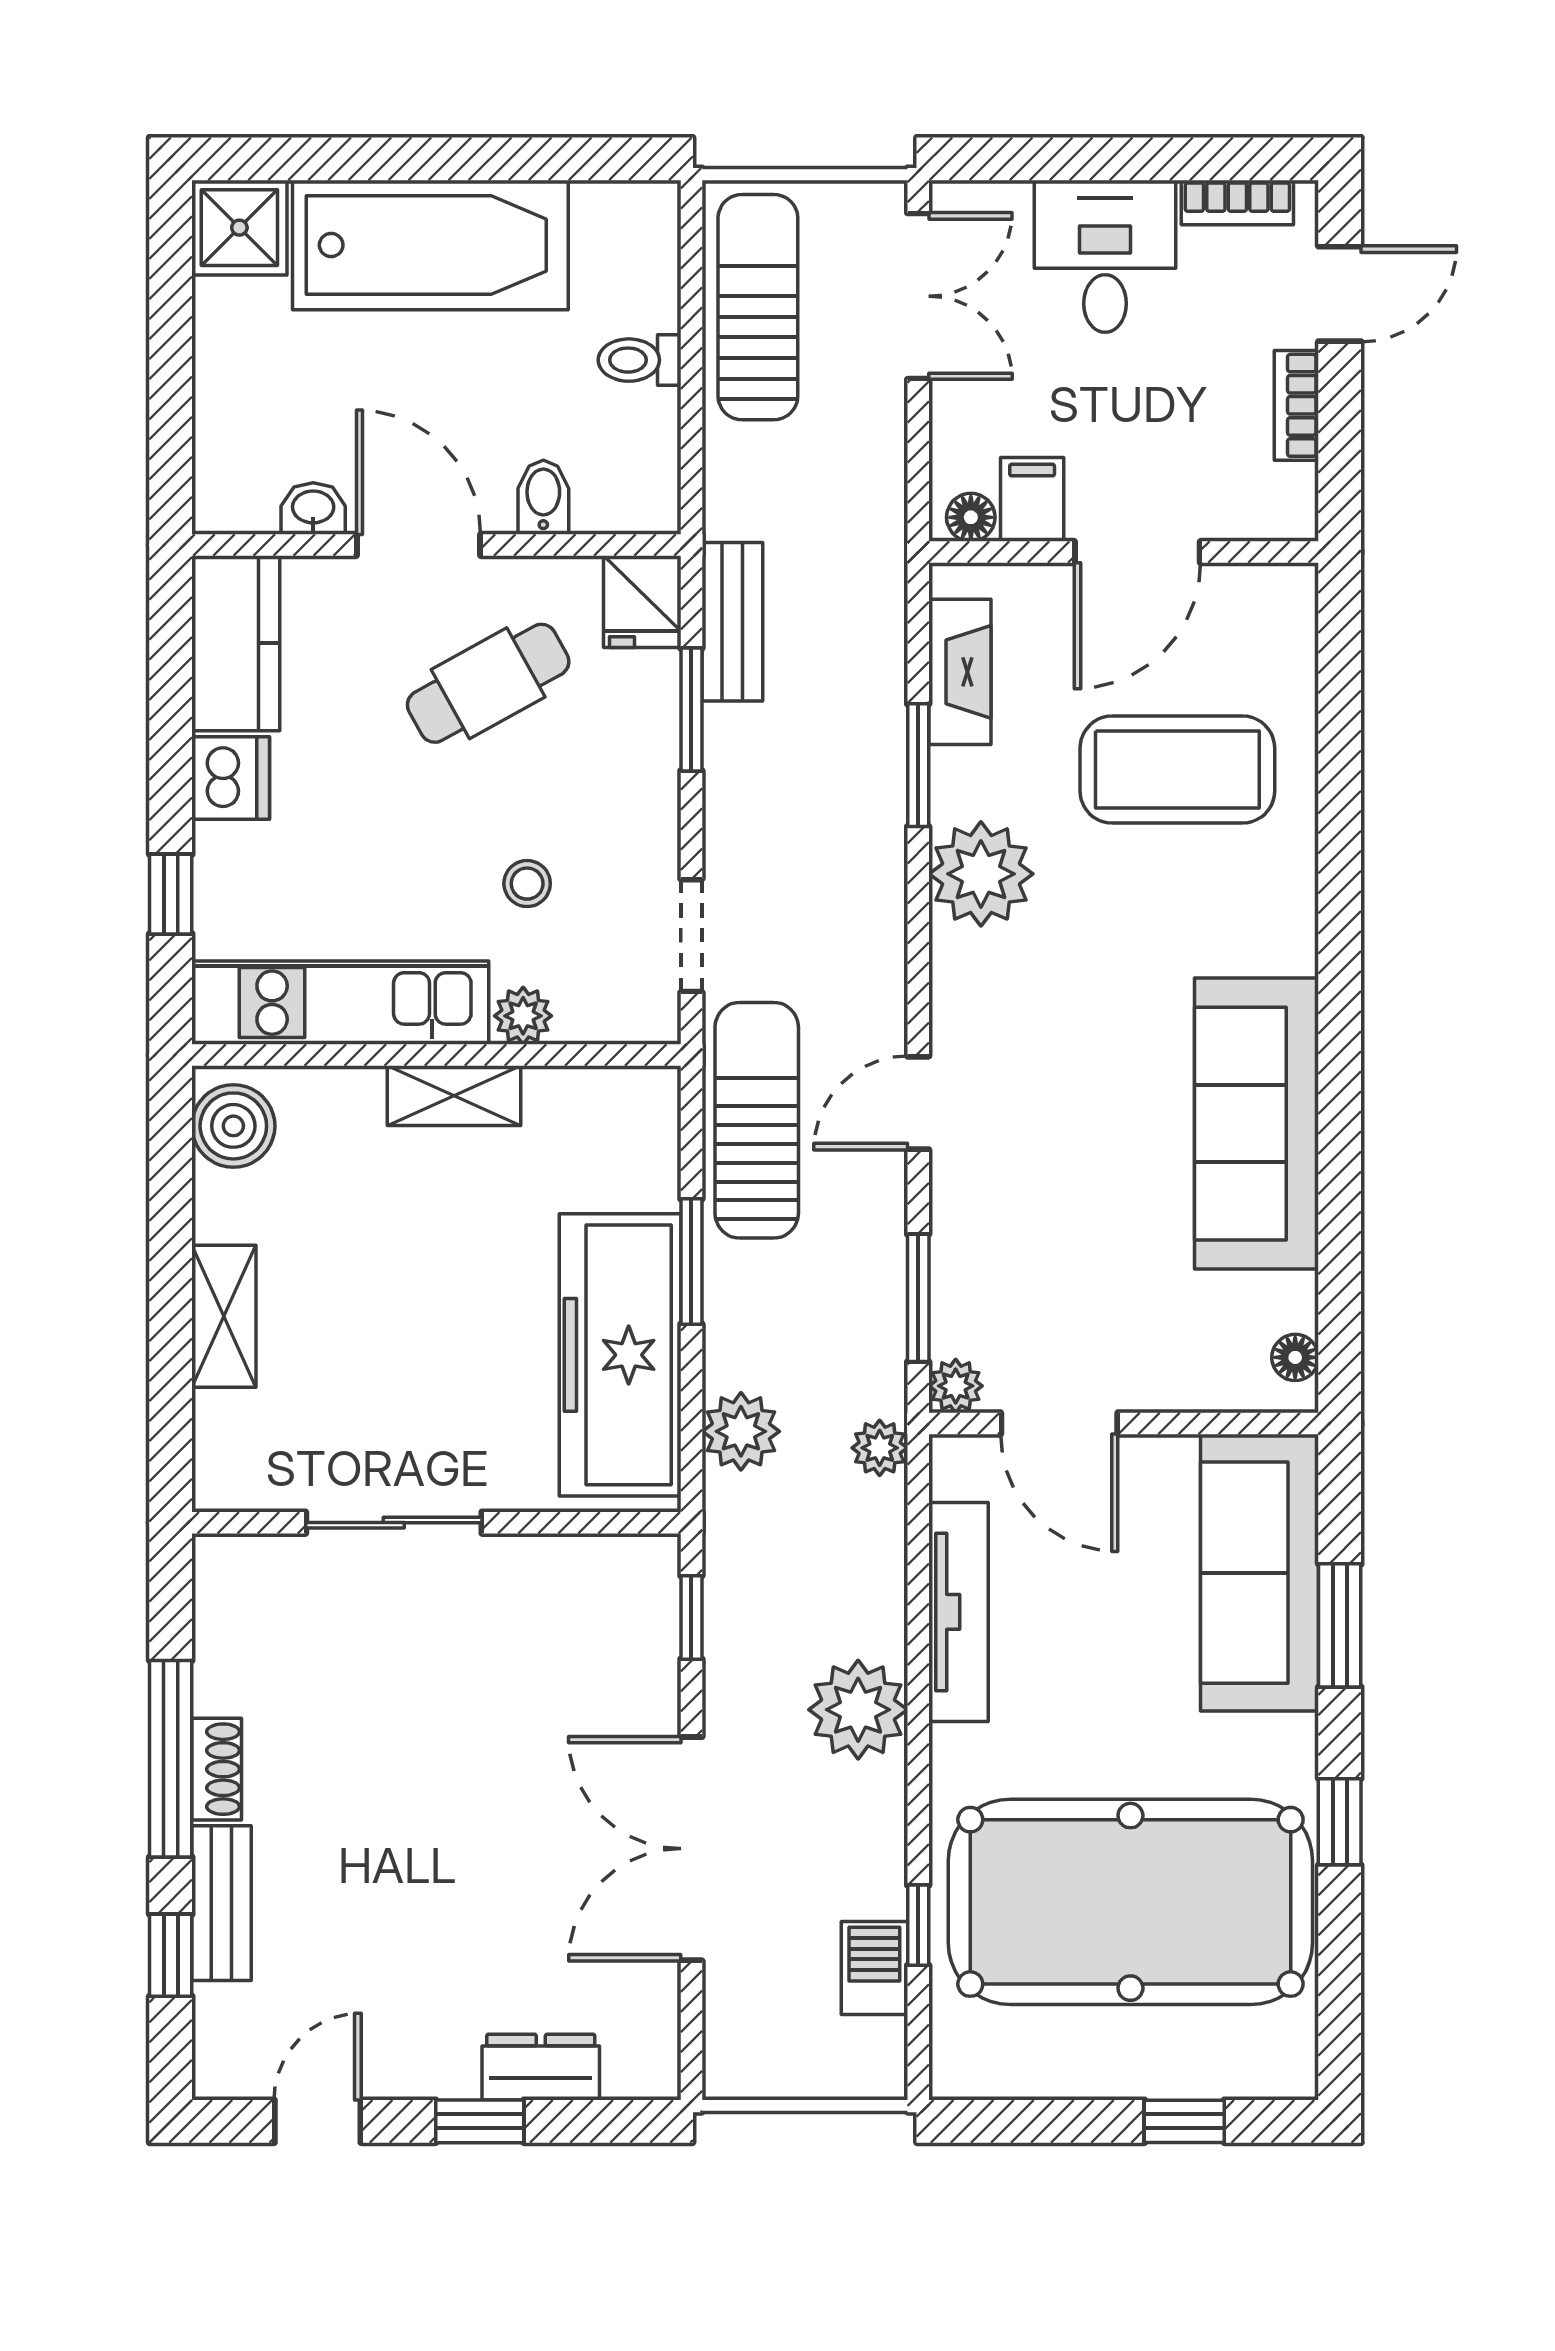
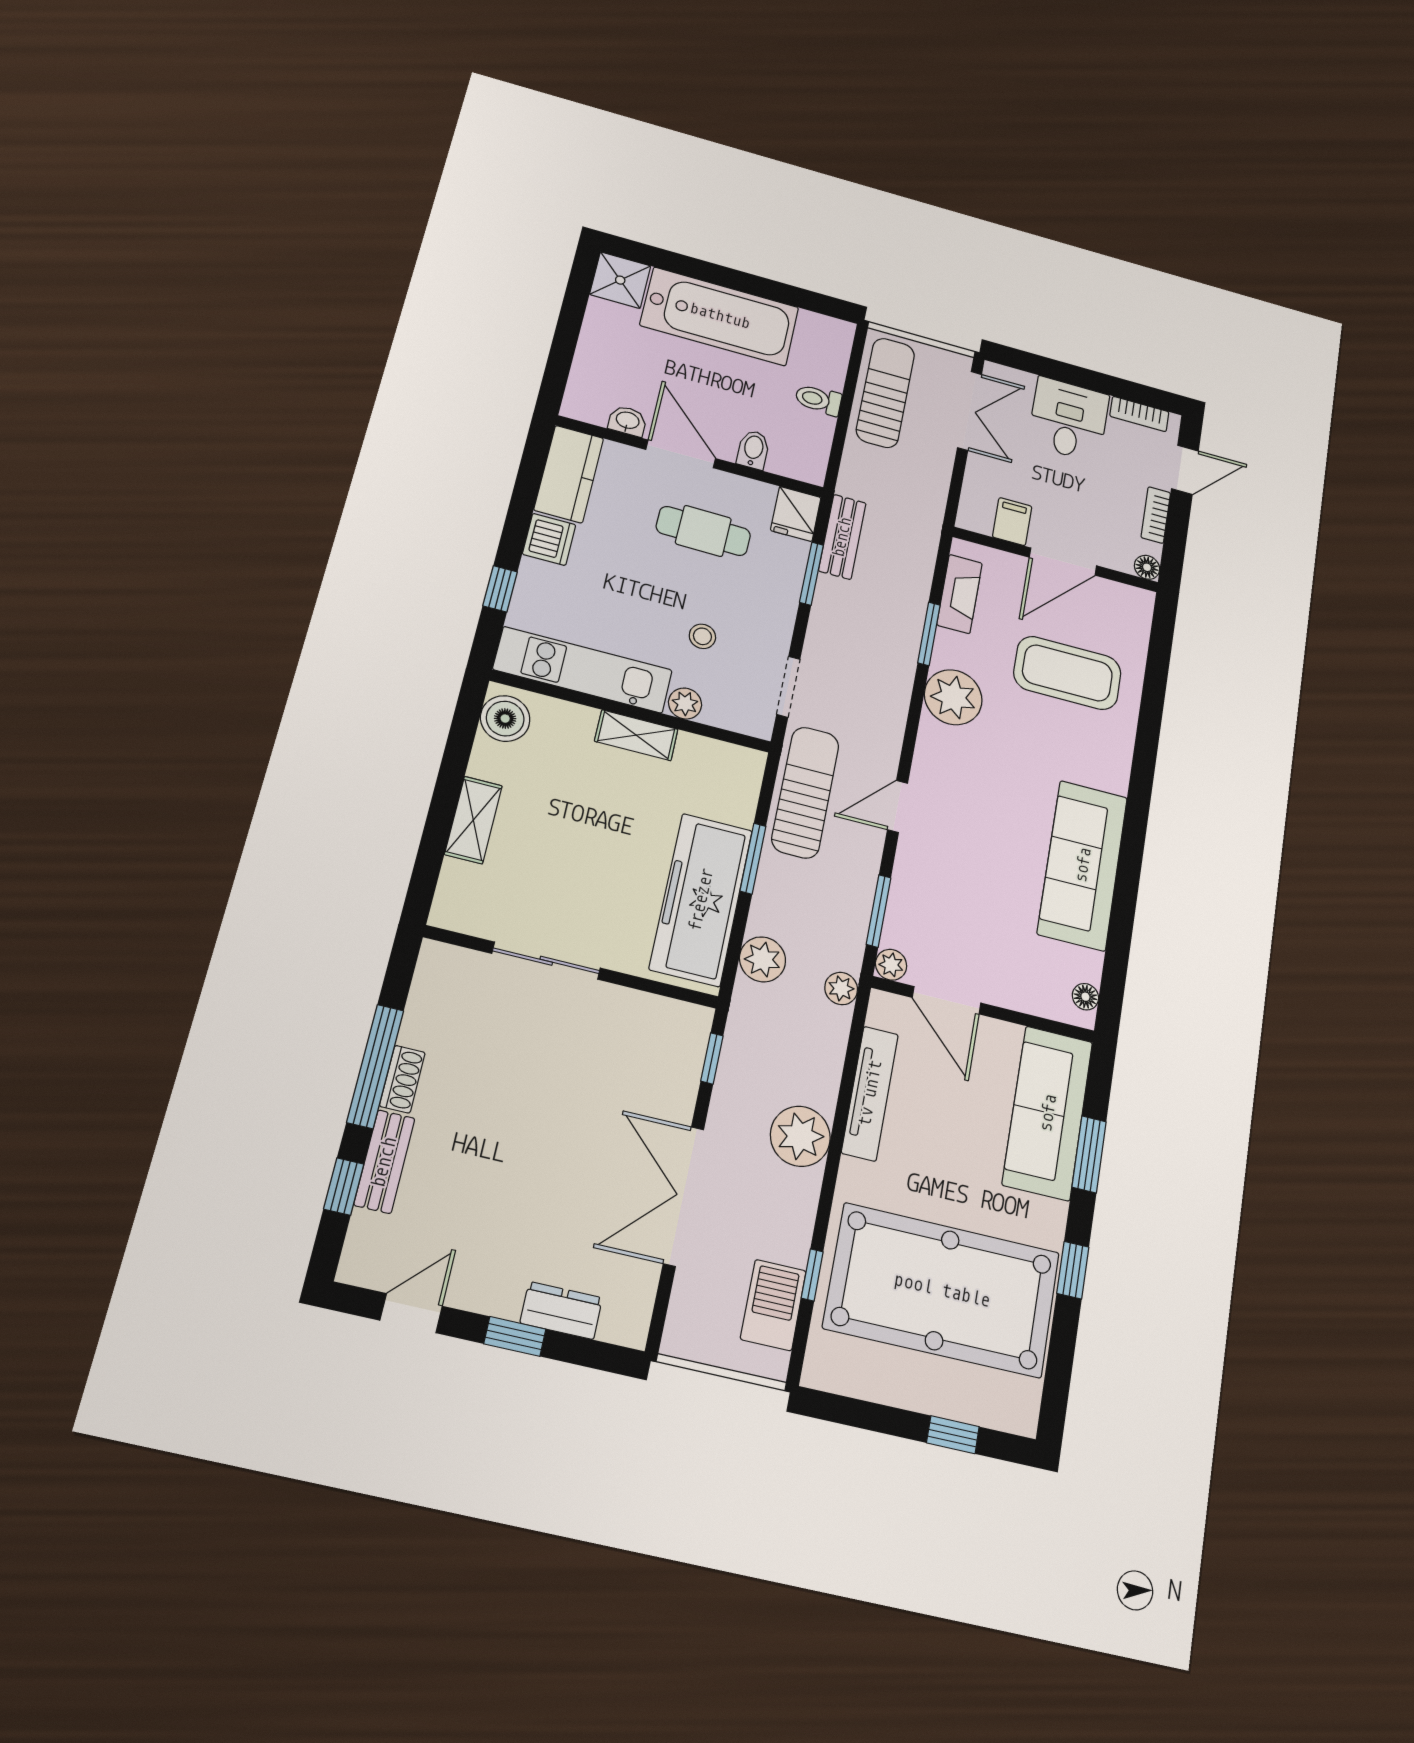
floor lamp: (971, 517) -> (1147, 567), moved
cafe table: (488, 683) -> (703, 531), turned 30
barbecue: (874, 1968) -> (773, 1305), width x1.38, depth x1.27

